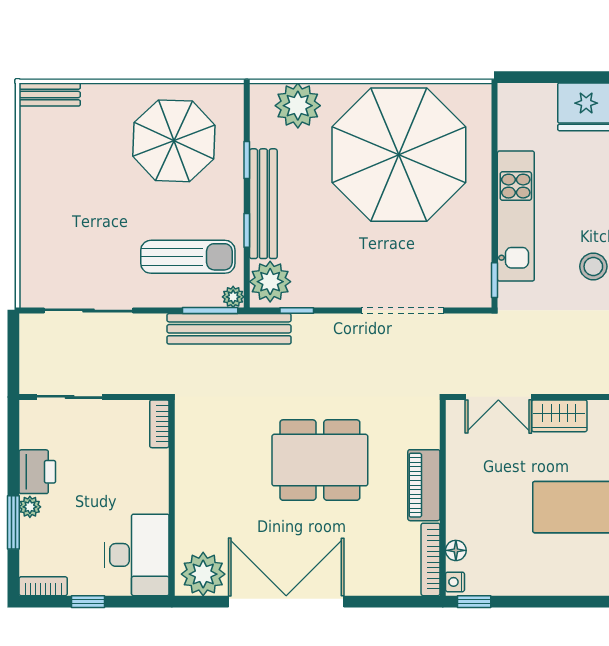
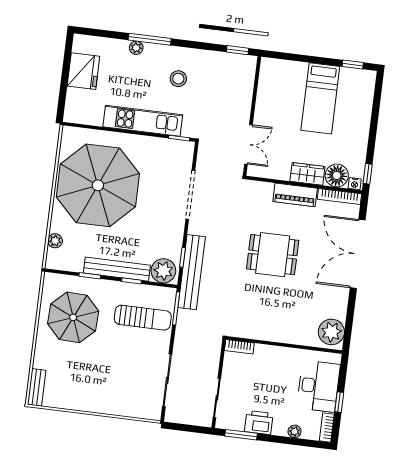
plant: (298, 106) -> (55, 241), width x0.53, depth x0.53
sun lounger: (188, 257) -> (143, 318), turned 90
plant: (233, 297) -> (170, 294), removed
bench: (229, 329) -> (192, 272), moved
wardrobe: (559, 416) -> (307, 174), moved, turned -90
dining table: (320, 460) -> (273, 255), width x0.73
plant: (30, 507) -> (295, 431), moved
window: (13, 522) -> (241, 435), moved
floor lamp: (456, 550) -> (337, 175), width x1.89, depth x1.89
desk: (137, 555) -> (318, 386), moved, turned 90
double door: (286, 602) -> (358, 254), moved

